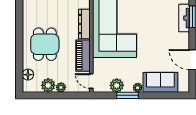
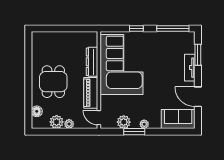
tv unit: (184, 18) -> (190, 68), moved
sofa: (160, 82) -> (178, 119), moved

